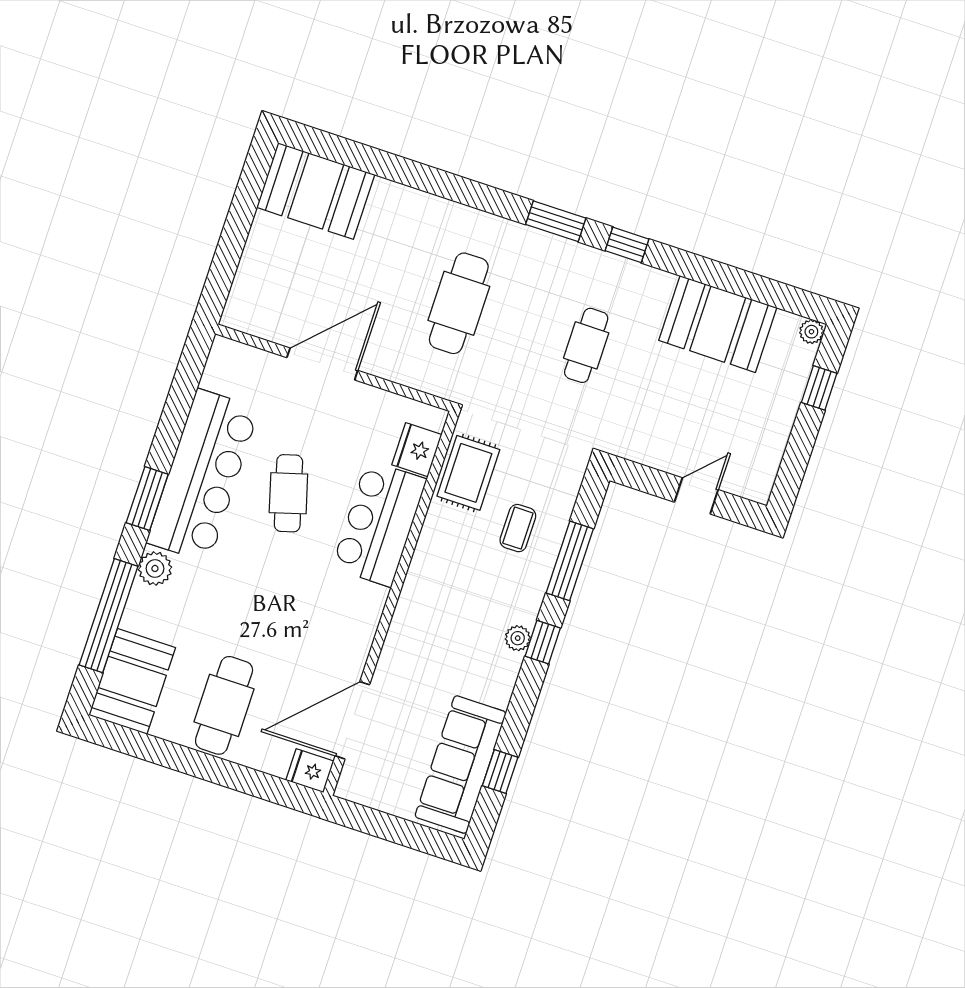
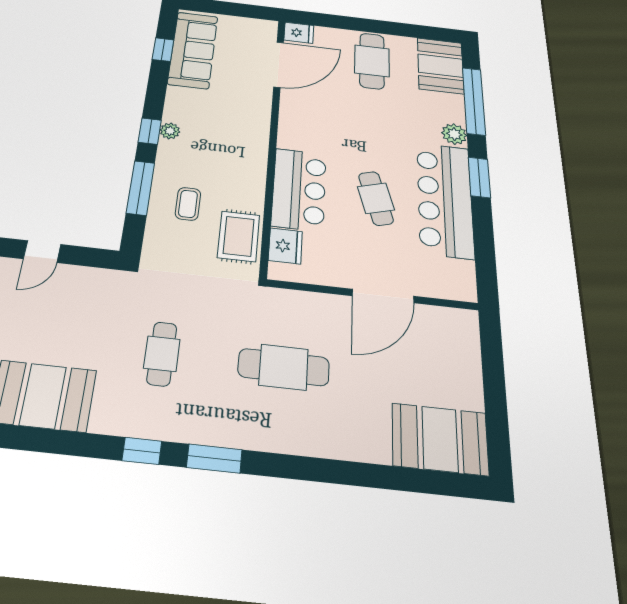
cafe table: (459, 303) -> (284, 367), turned 90

